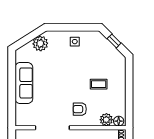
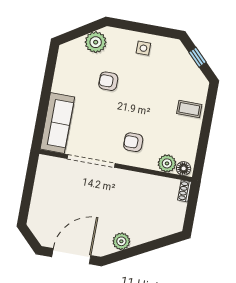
armchair: (54, 69) -> (108, 81), added
sofa: (24, 83) -> (57, 123), moved
coffee table: (99, 84) -> (189, 109), moved

